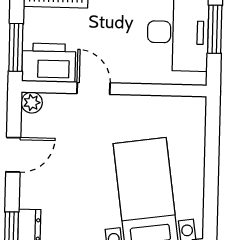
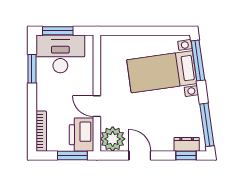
door: (94, 88) -> (97, 106), hinge flipped
plant: (32, 103) -> (113, 139), width x1.87, depth x1.87

